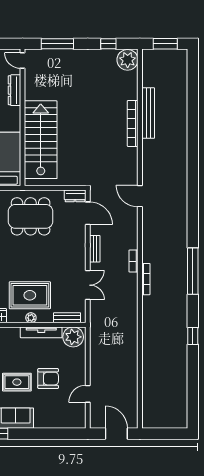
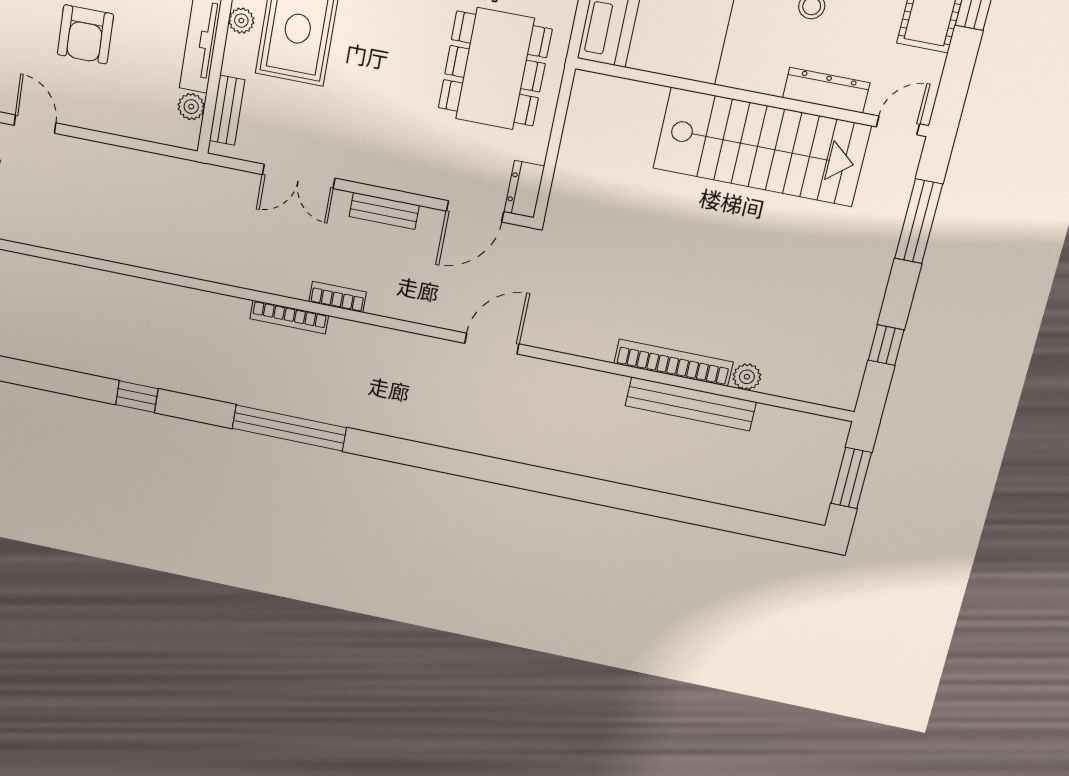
plant: (128, 60) -> (747, 377), moved, width x0.53, depth x0.53
stairs: (41, 140) -> (762, 147), moved
plant: (73, 337) -> (191, 107), width x0.53, depth x0.53

